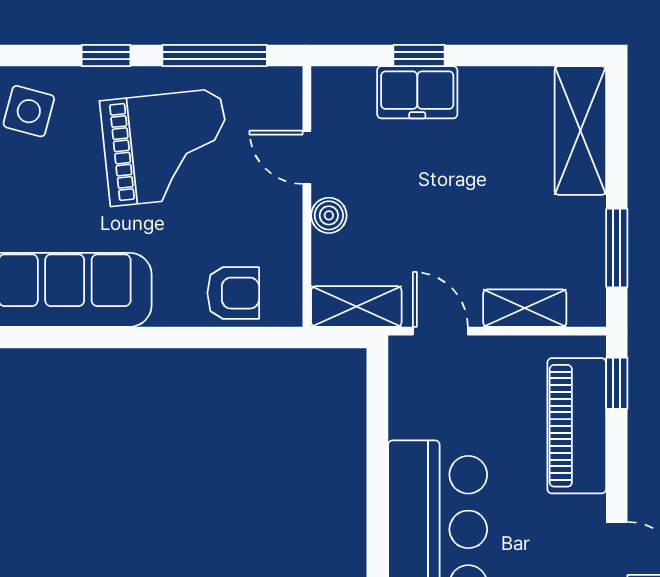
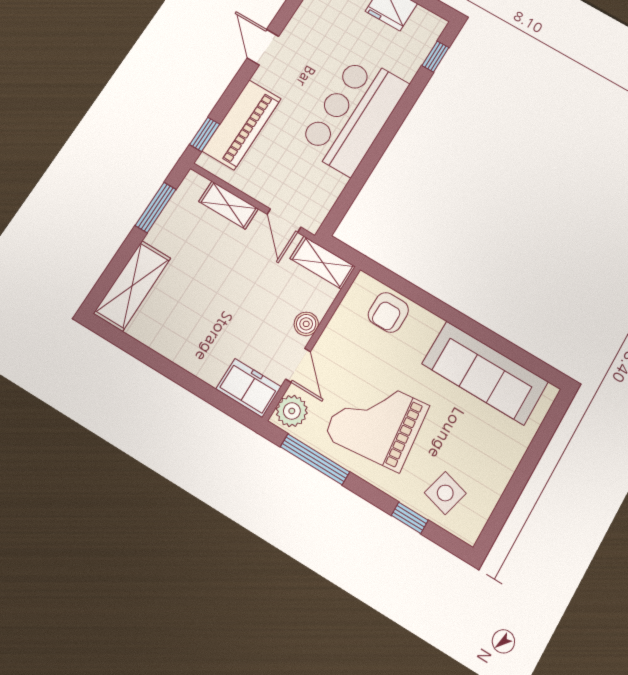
window: (106, 55) -> (410, 518), moved
window: (419, 55) -> (196, 386), removed
freezer: (417, 92) -> (249, 388), moved
plant: (280, 97) -> (292, 411), added
armchair: (233, 293) -> (388, 312), turned -90

